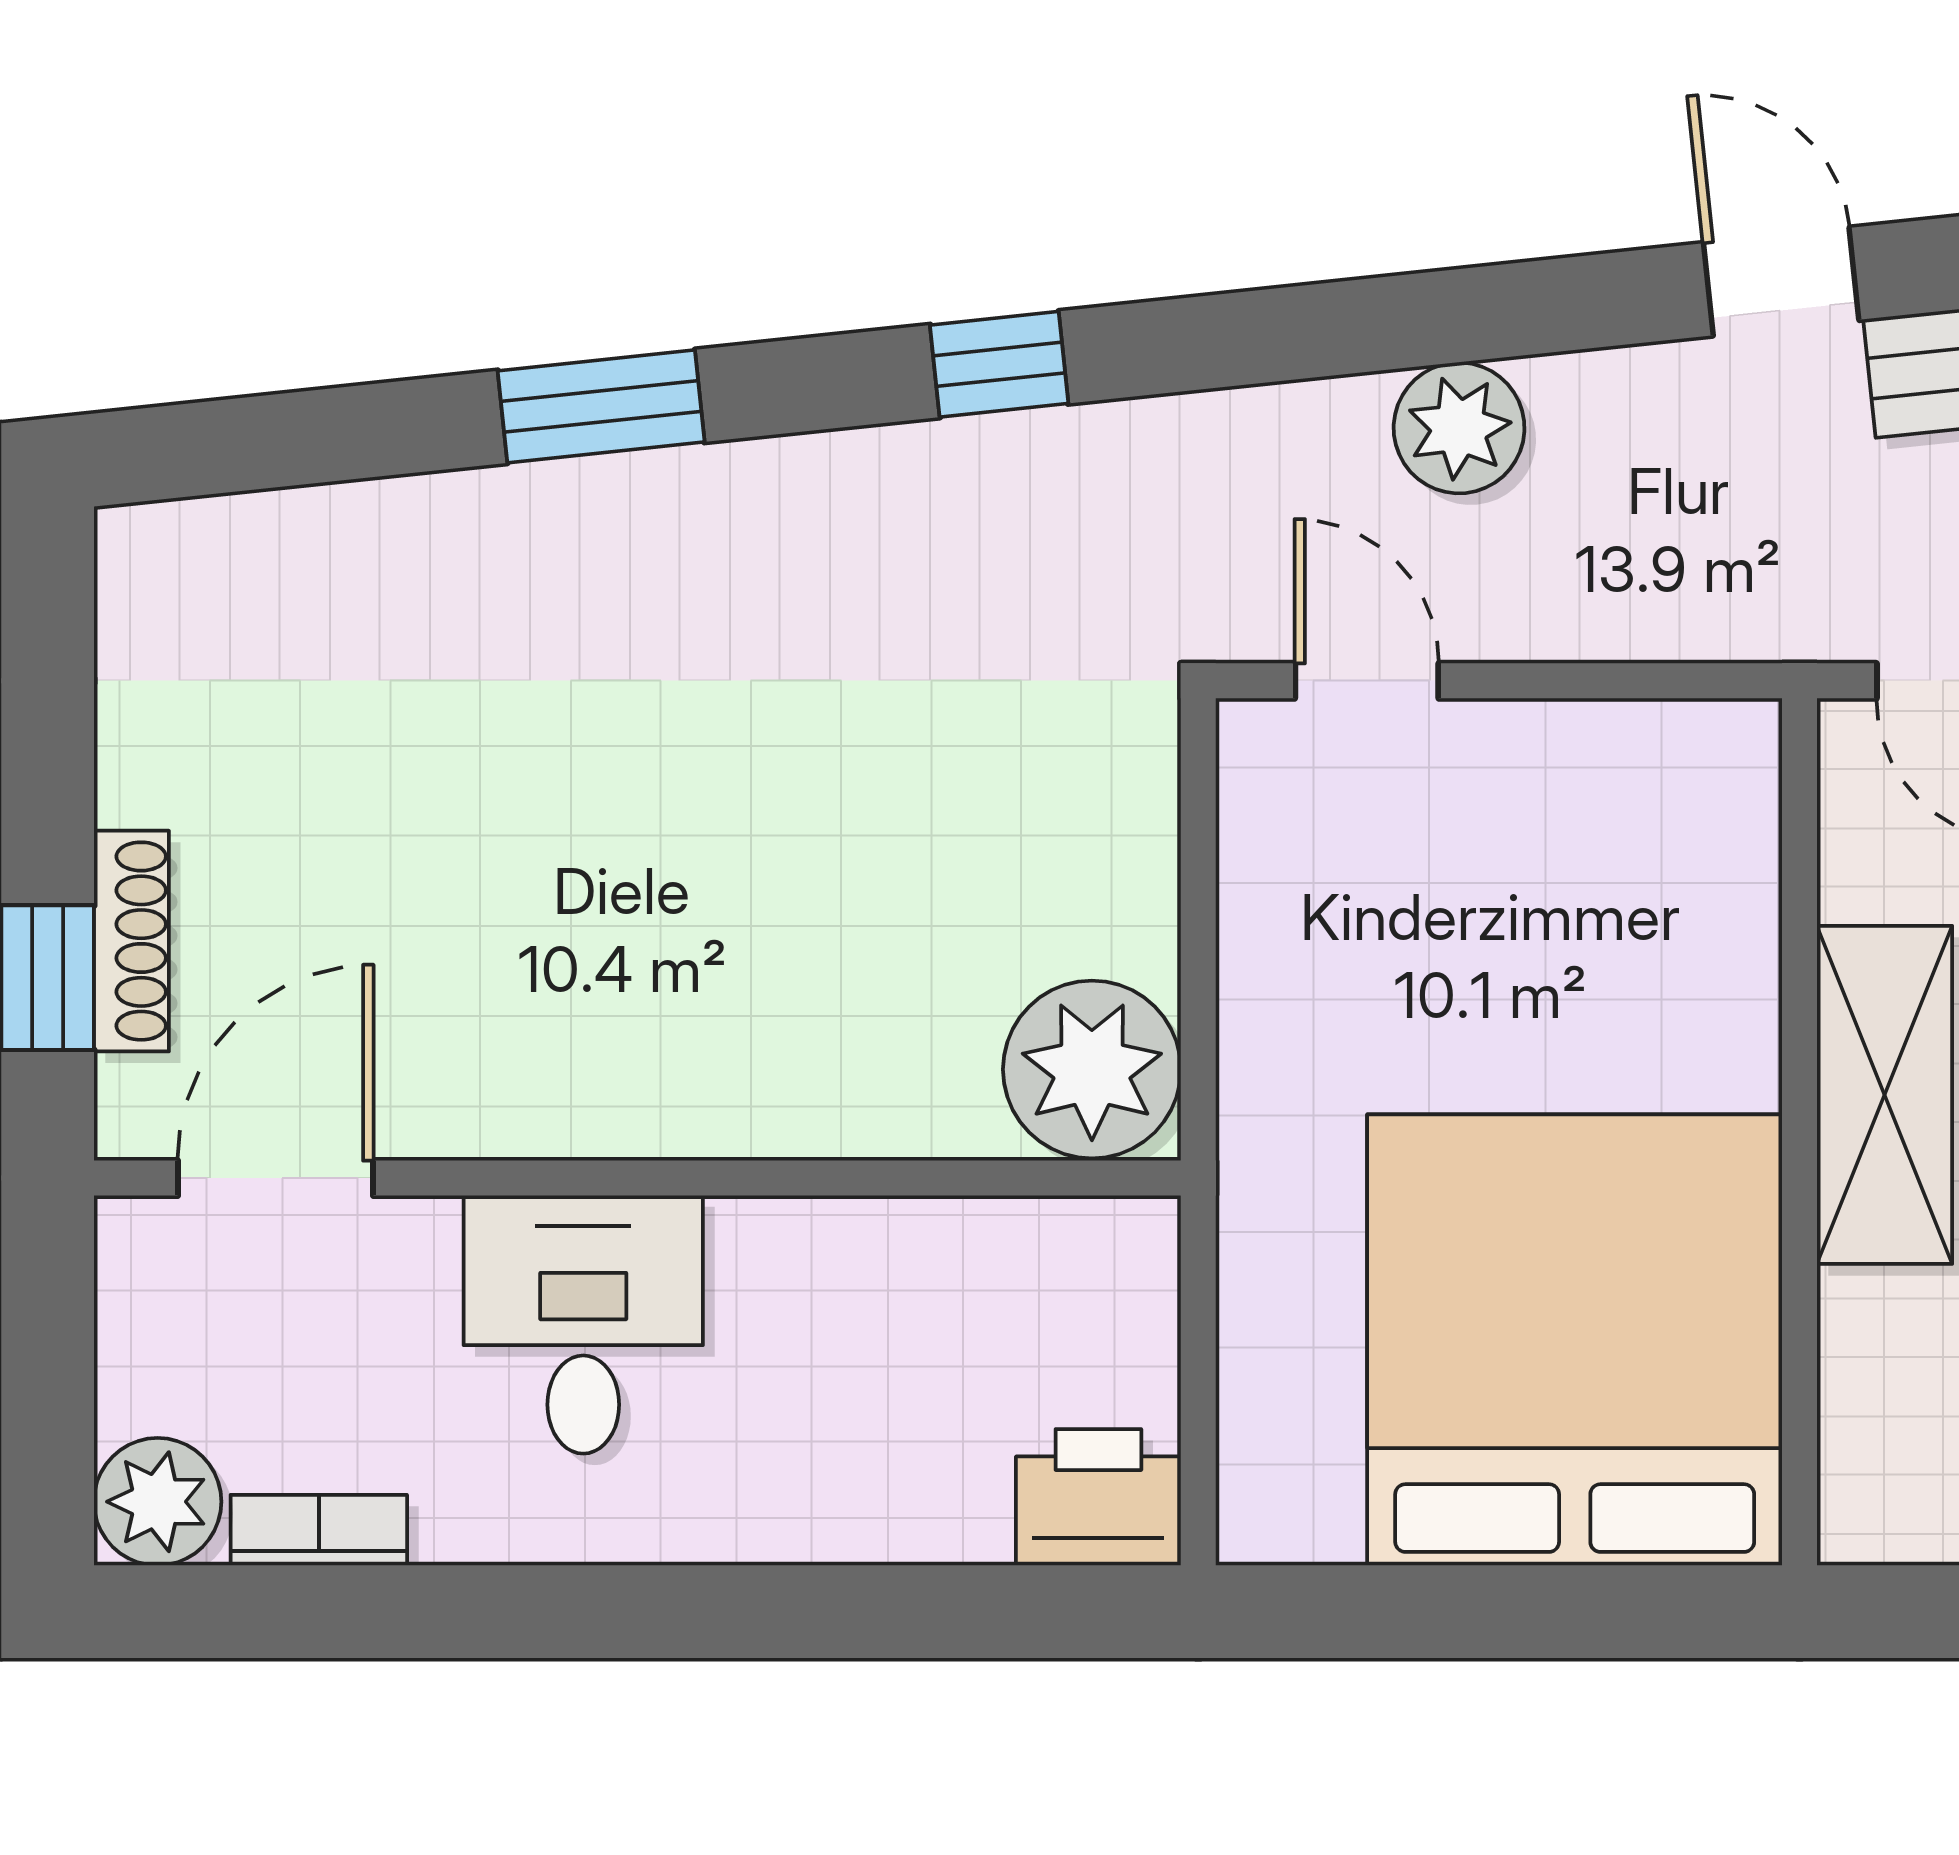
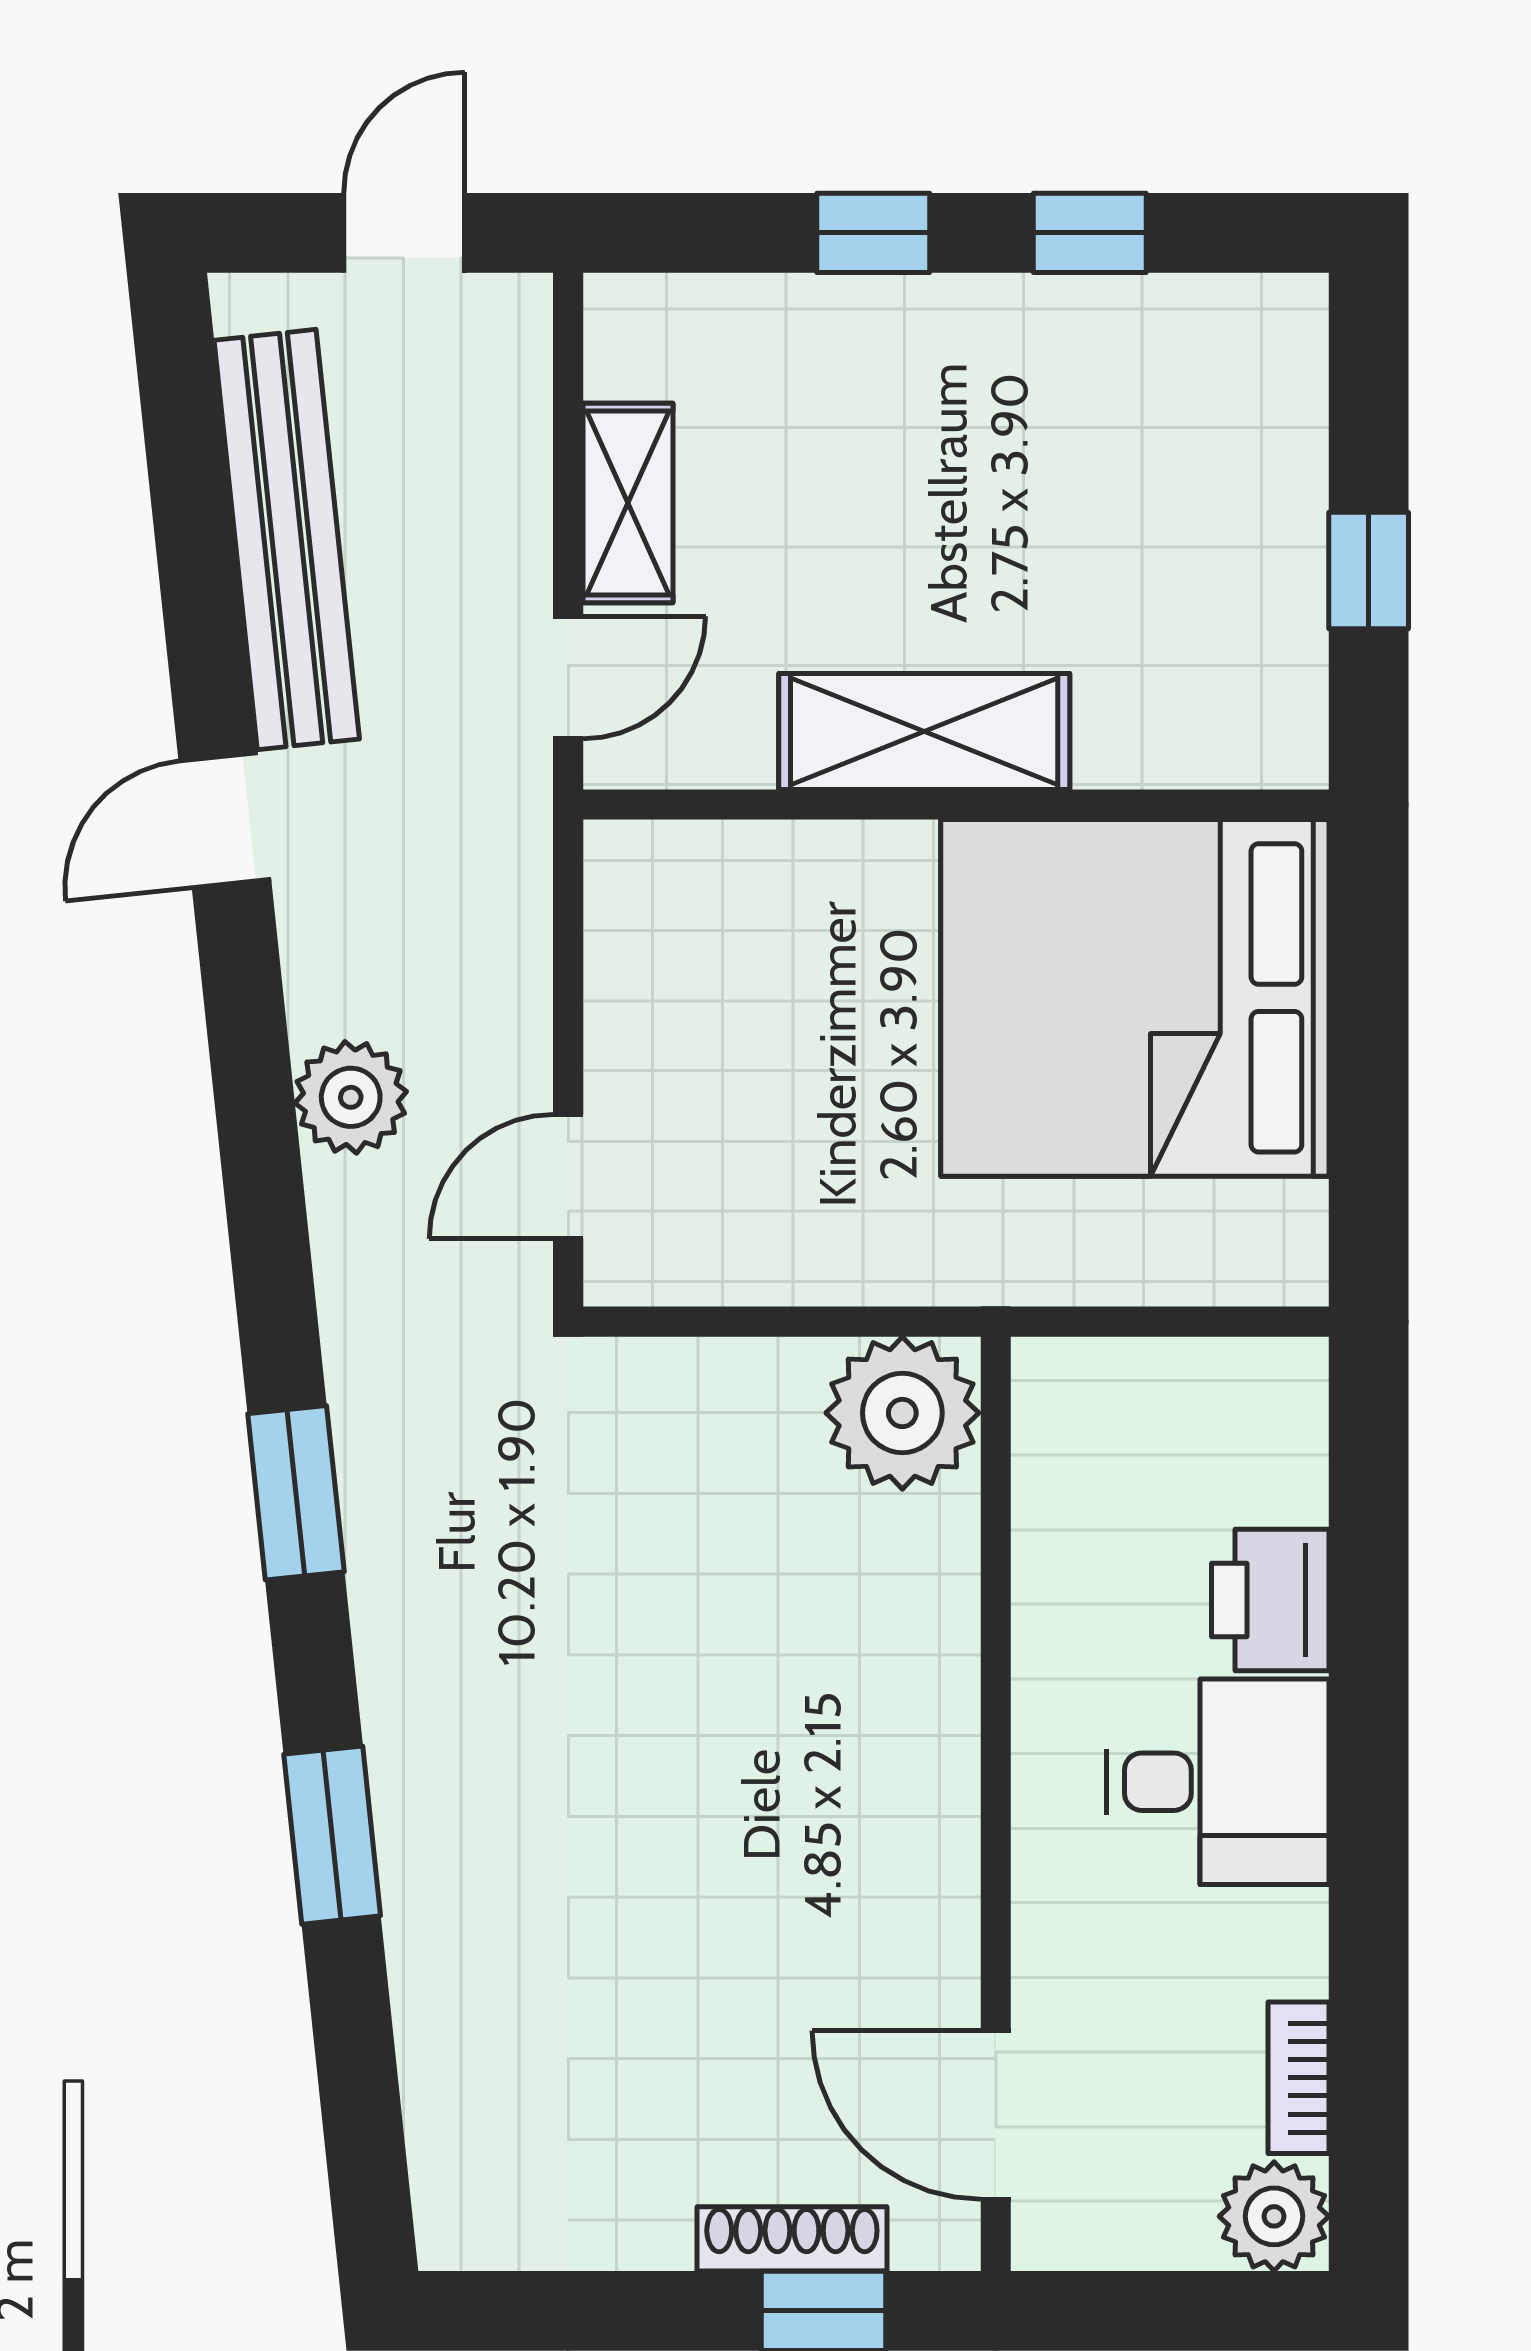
window: (999, 364) -> (296, 1493), width x1.50
desk: (583, 1324) -> (1218, 1782), moved, turned 180
printer: (1098, 1497) -> (1270, 1600), moved

